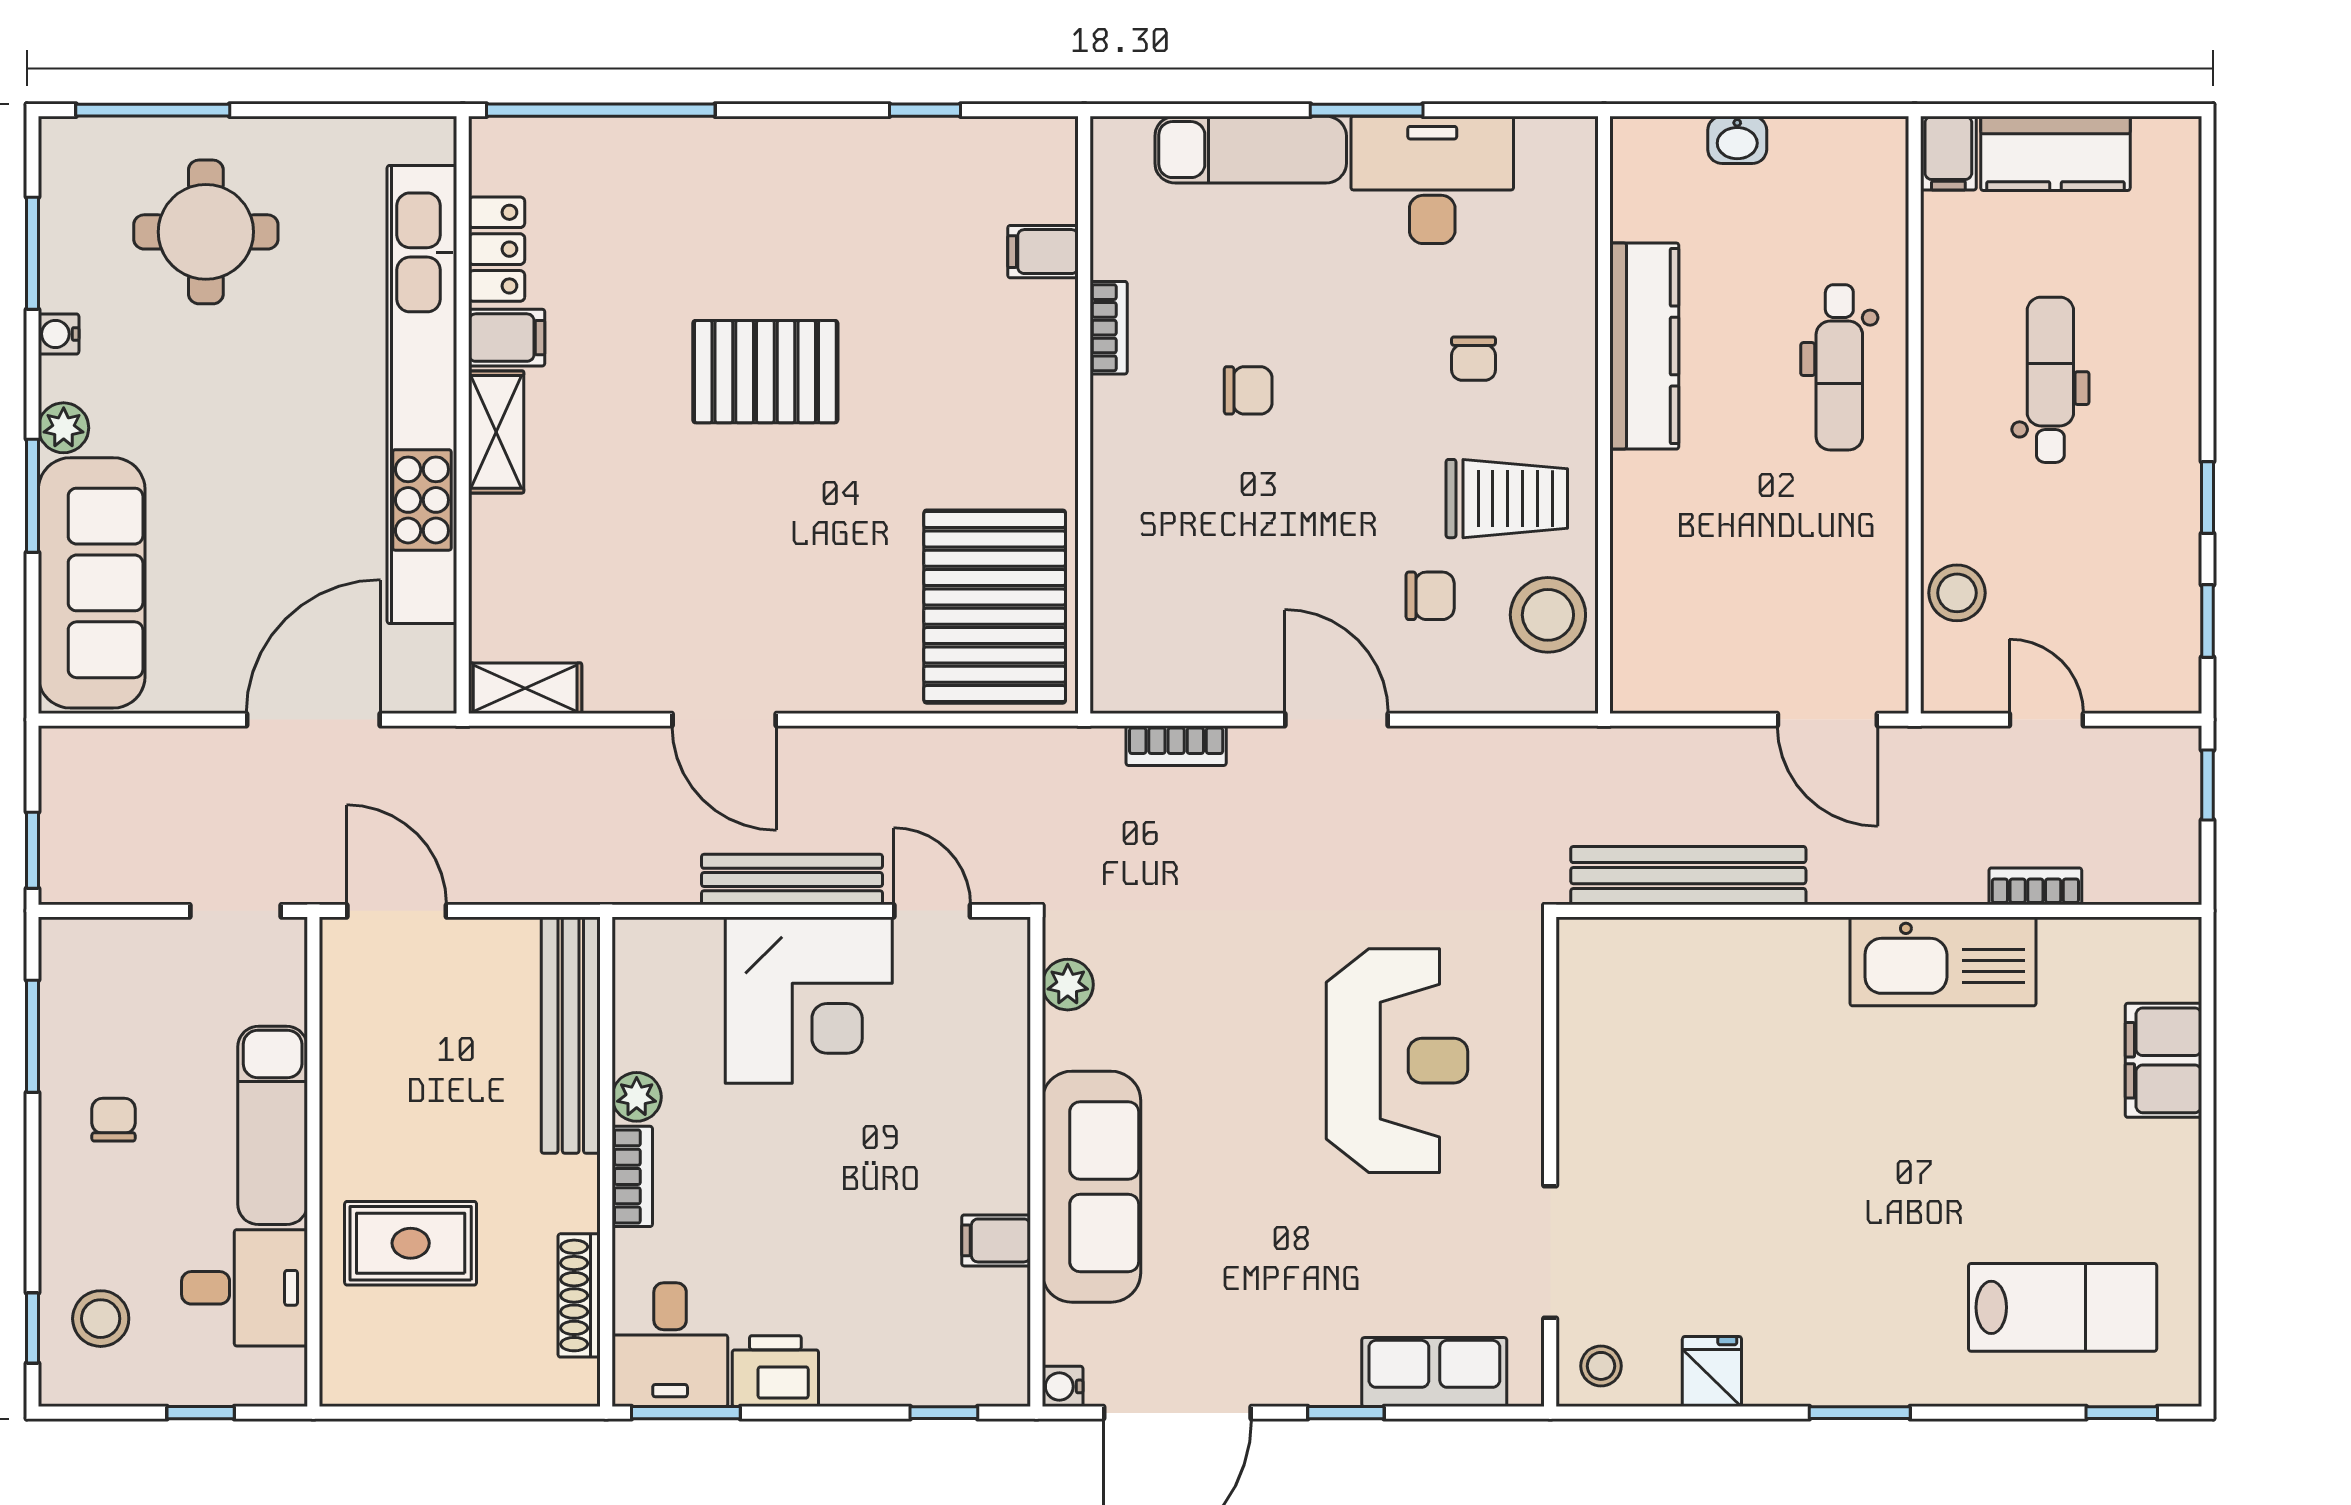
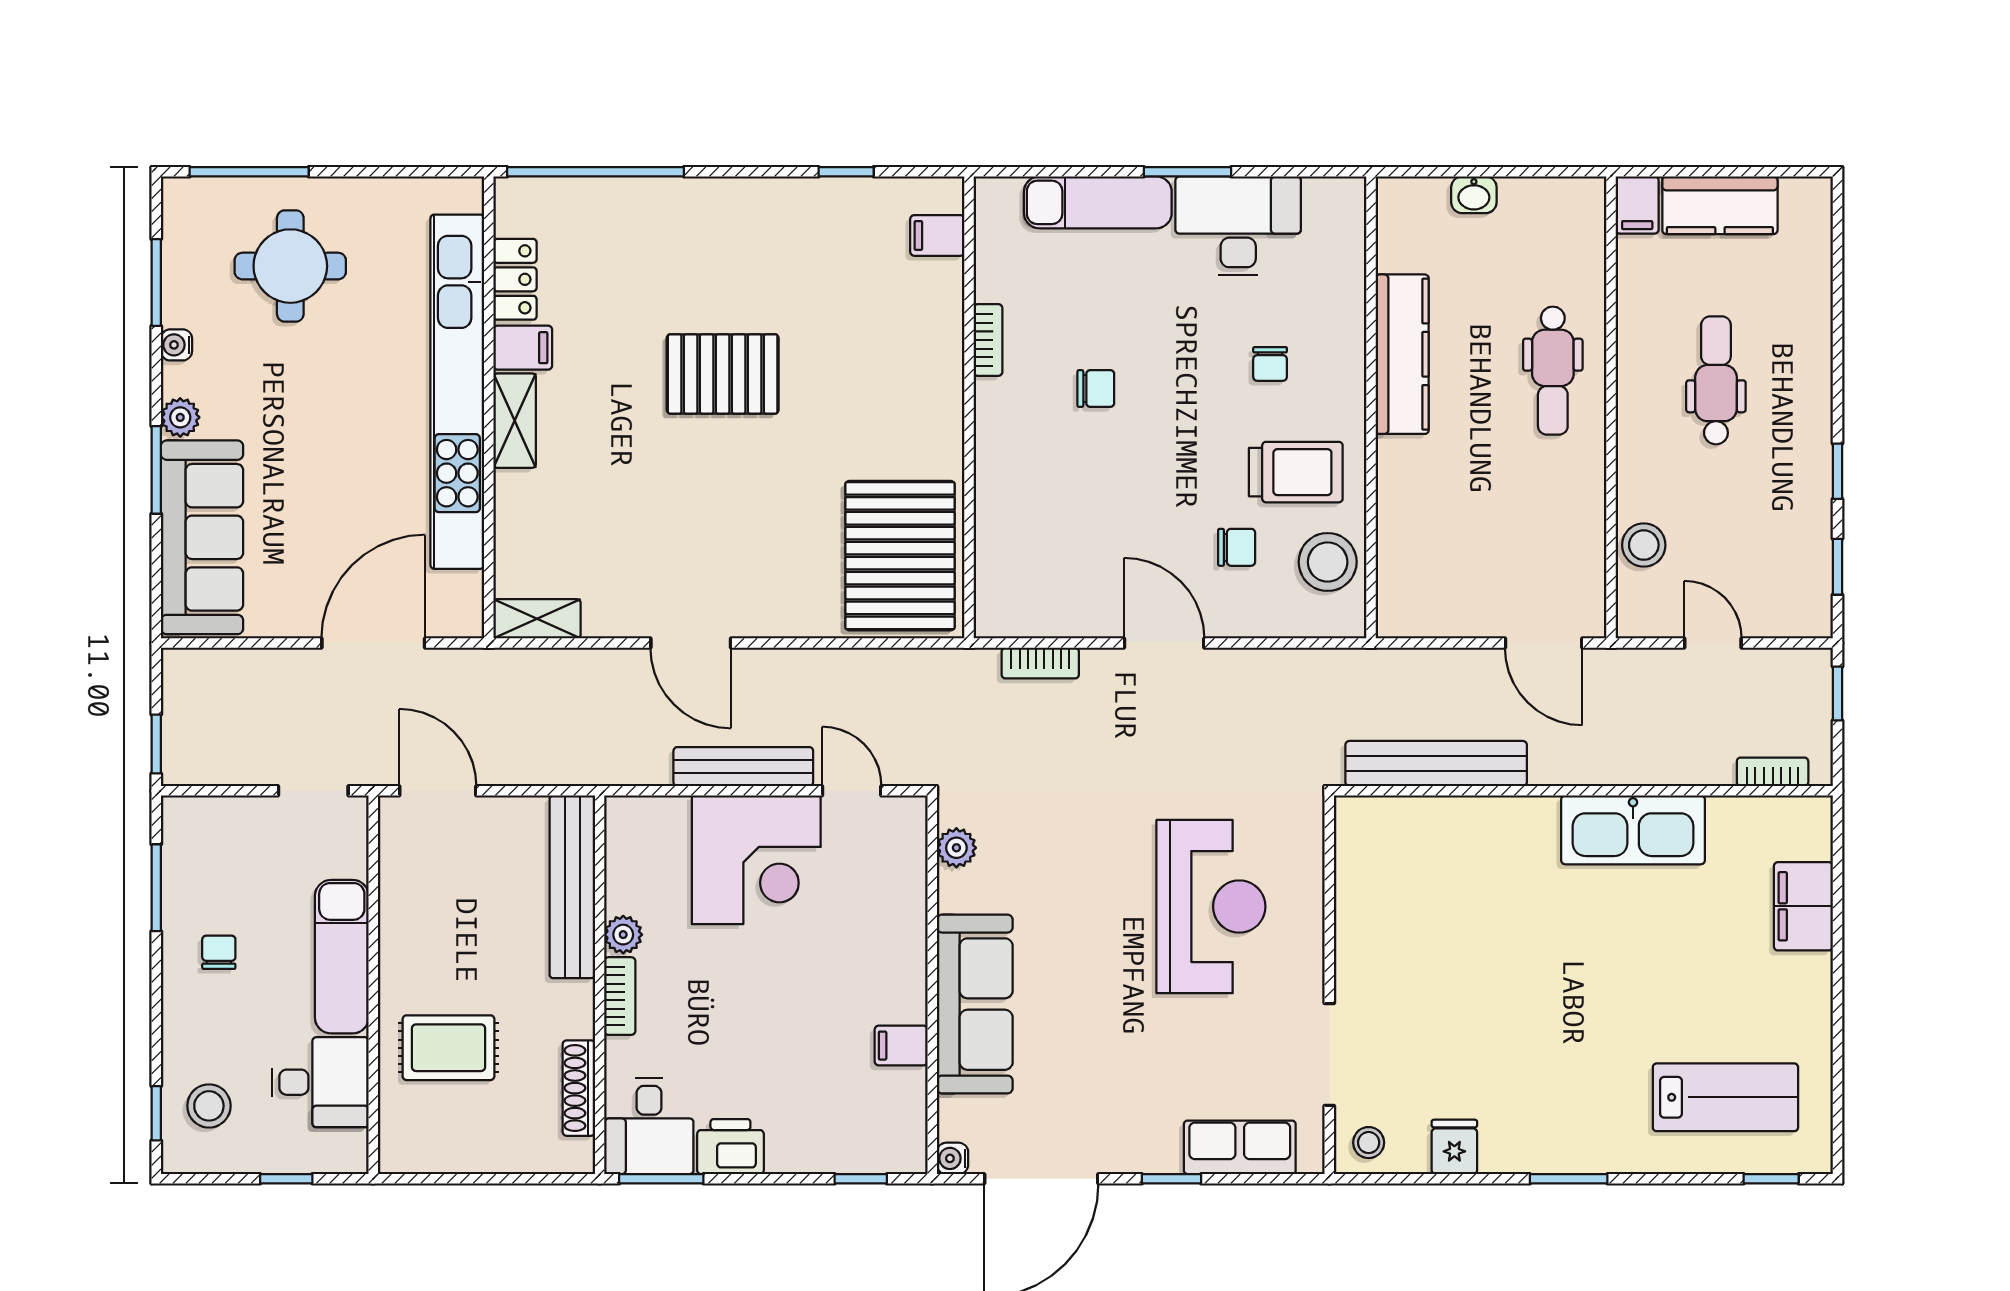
filing cabinet: (1043, 252) -> (937, 235), moved
bookcase: (2035, 886) -> (1773, 772), moved

